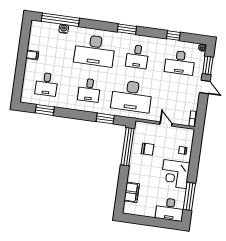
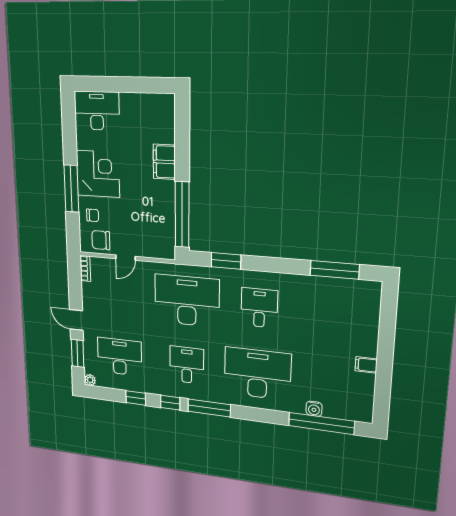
window: (127, 29) -> (209, 408), width x1.44
window: (151, 32) -> (170, 403), added
desk: (47, 84) -> (336, 315), removed
window: (45, 110) -> (335, 270), width x1.44
door: (166, 124) -> (125, 258), hinge flipped
chair: (148, 149) -> (101, 240), moved
filing cabinet: (132, 192) -> (164, 162), moved
window: (189, 196) -> (71, 189), moved

